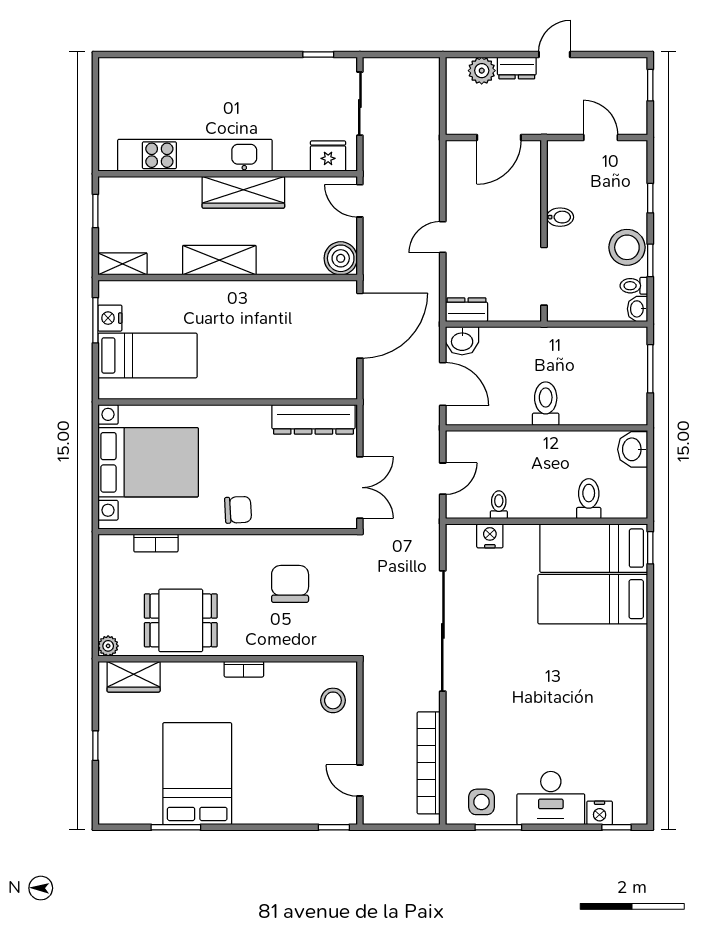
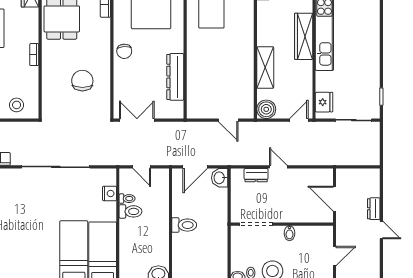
plant: (482, 71) -> (372, 189), removed
wardrobe: (243, 192) -> (304, 36), moved
shelving: (219, 260) -> (265, 68), moved
dresser: (466, 310) -> (256, 175), moved, turned 90
door: (360, 326) -> (228, 120), width x0.53
dresser: (313, 419) -> (175, 77), moved
double door: (360, 488) -> (137, 120), swing flipped
toilet: (589, 499) -> (131, 211), moved
chair: (290, 584) -> (82, 81), turned -90

